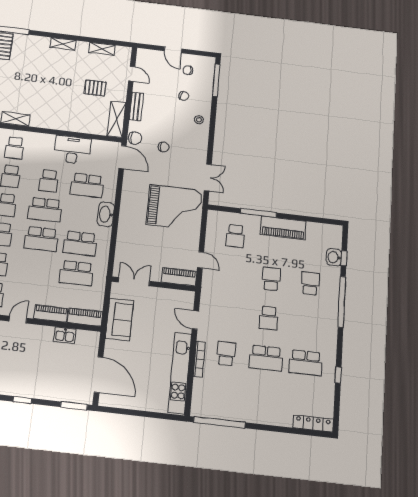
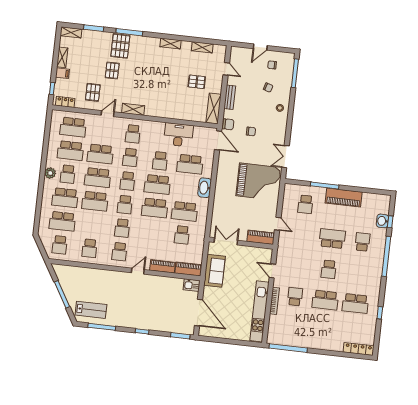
door: (173, 50) -> (260, 47), hinge flipped
double door: (208, 177) -> (285, 157), swing flipped
school desk: (76, 273) -> (182, 235), width x0.54
school desk: (271, 279) -> (332, 239), width x1.85
kitchen sink: (65, 335) -> (192, 285), moved

